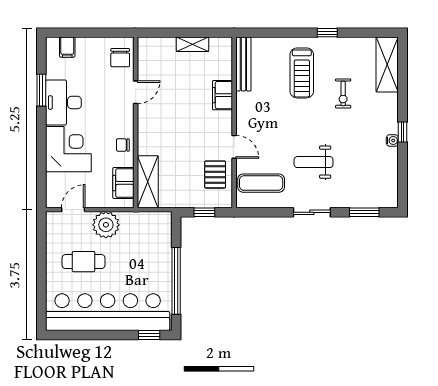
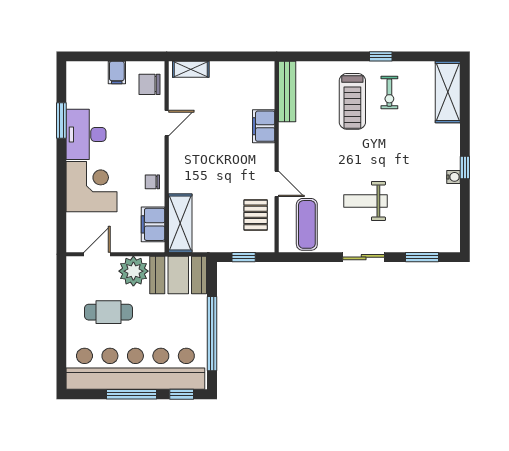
shelving: (192, 44) -> (191, 69), moved
filing cabinet: (67, 47) -> (117, 73), moved
chair: (120, 58) -> (149, 84), turned 90
exercise bike: (343, 93) -> (389, 93), moved
exercise mat: (261, 183) -> (307, 224), turned 90
booth: (146, 228) -> (178, 275), added
window: (104, 335) -> (131, 394), added

